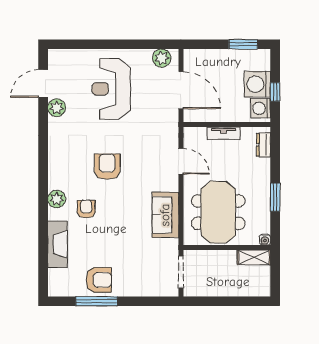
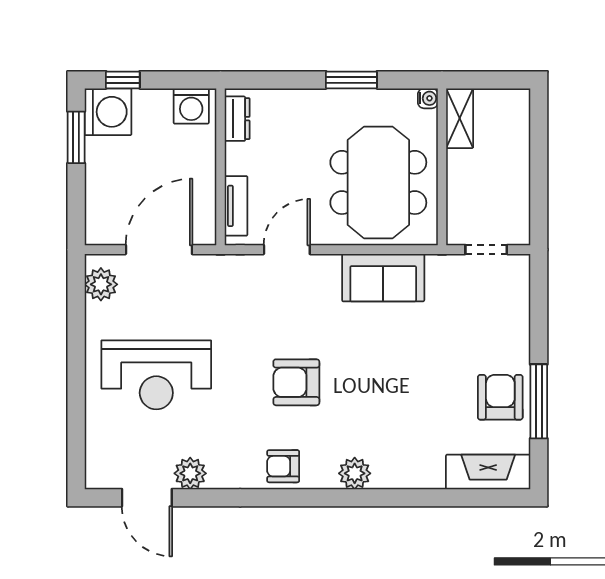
washing machine: (257, 84) -> (108, 112), moved, turned -90
window: (275, 92) -> (123, 80), moved
tv unit: (223, 133) -> (236, 206), moved
dresser: (264, 145) -> (237, 119), moved, turned -90
armchair: (86, 209) -> (283, 466), moved
meeting table: (218, 212) -> (378, 182), turned 90
fireplace: (57, 244) -> (488, 472), moved
doorway: (181, 272) -> (486, 250), width x0.73

